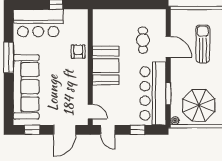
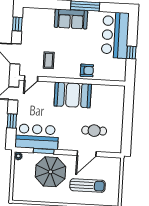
sofa: (26, 87) -> (71, 19), width x0.54, depth x0.79
bar counter: (153, 93) -> (37, 137), width x0.73
coffee table: (69, 94) -> (49, 60), added
parasol: (199, 105) -> (50, 172), moved

